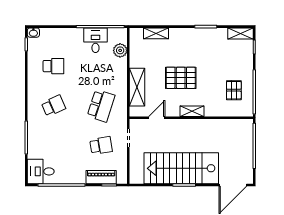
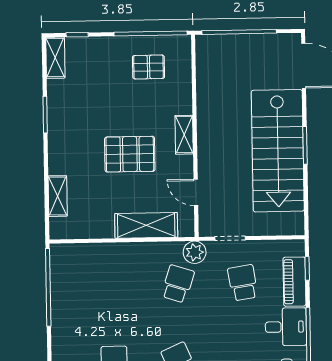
desk: (95, 40) -> (286, 327), moved, turned 180
plant: (120, 50) -> (195, 252), moved
pallet: (181, 78) -> (130, 154), turned 90
school desk: (101, 106) -> (178, 284), width x0.54

